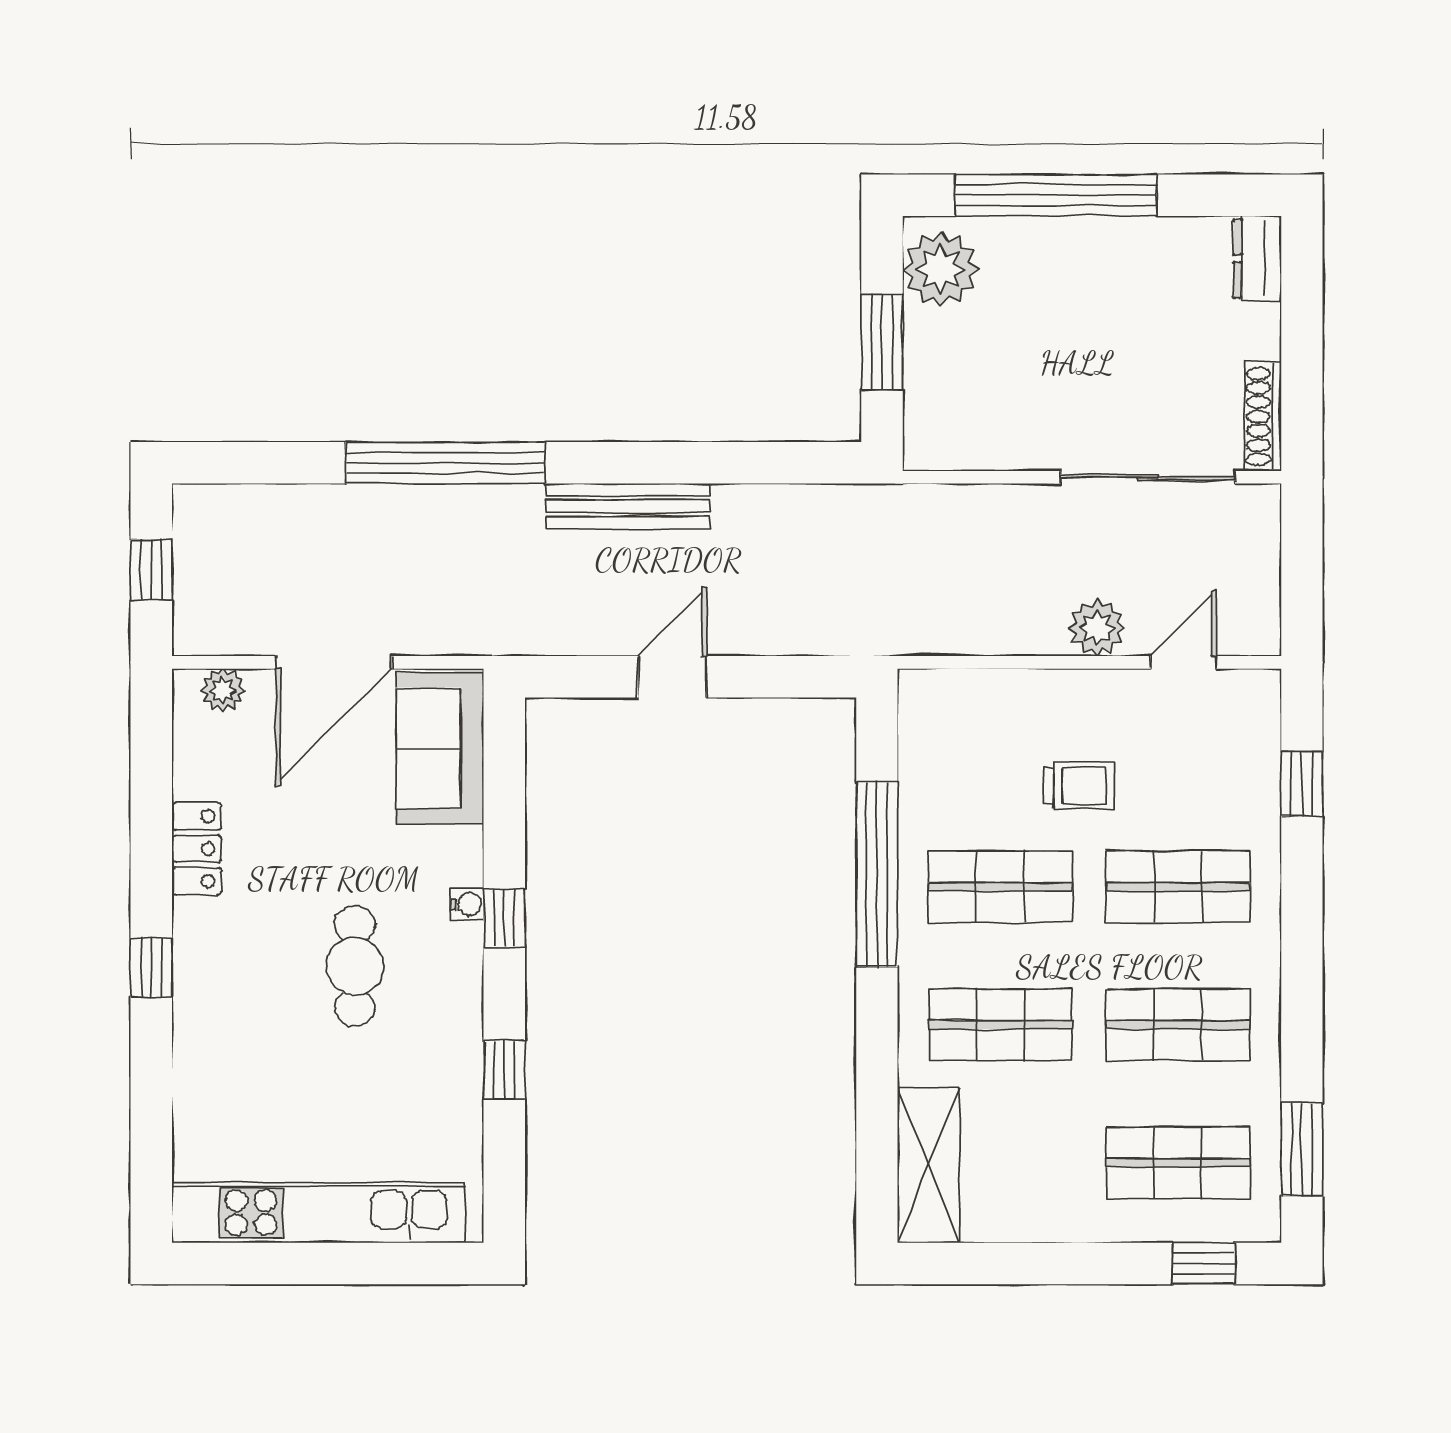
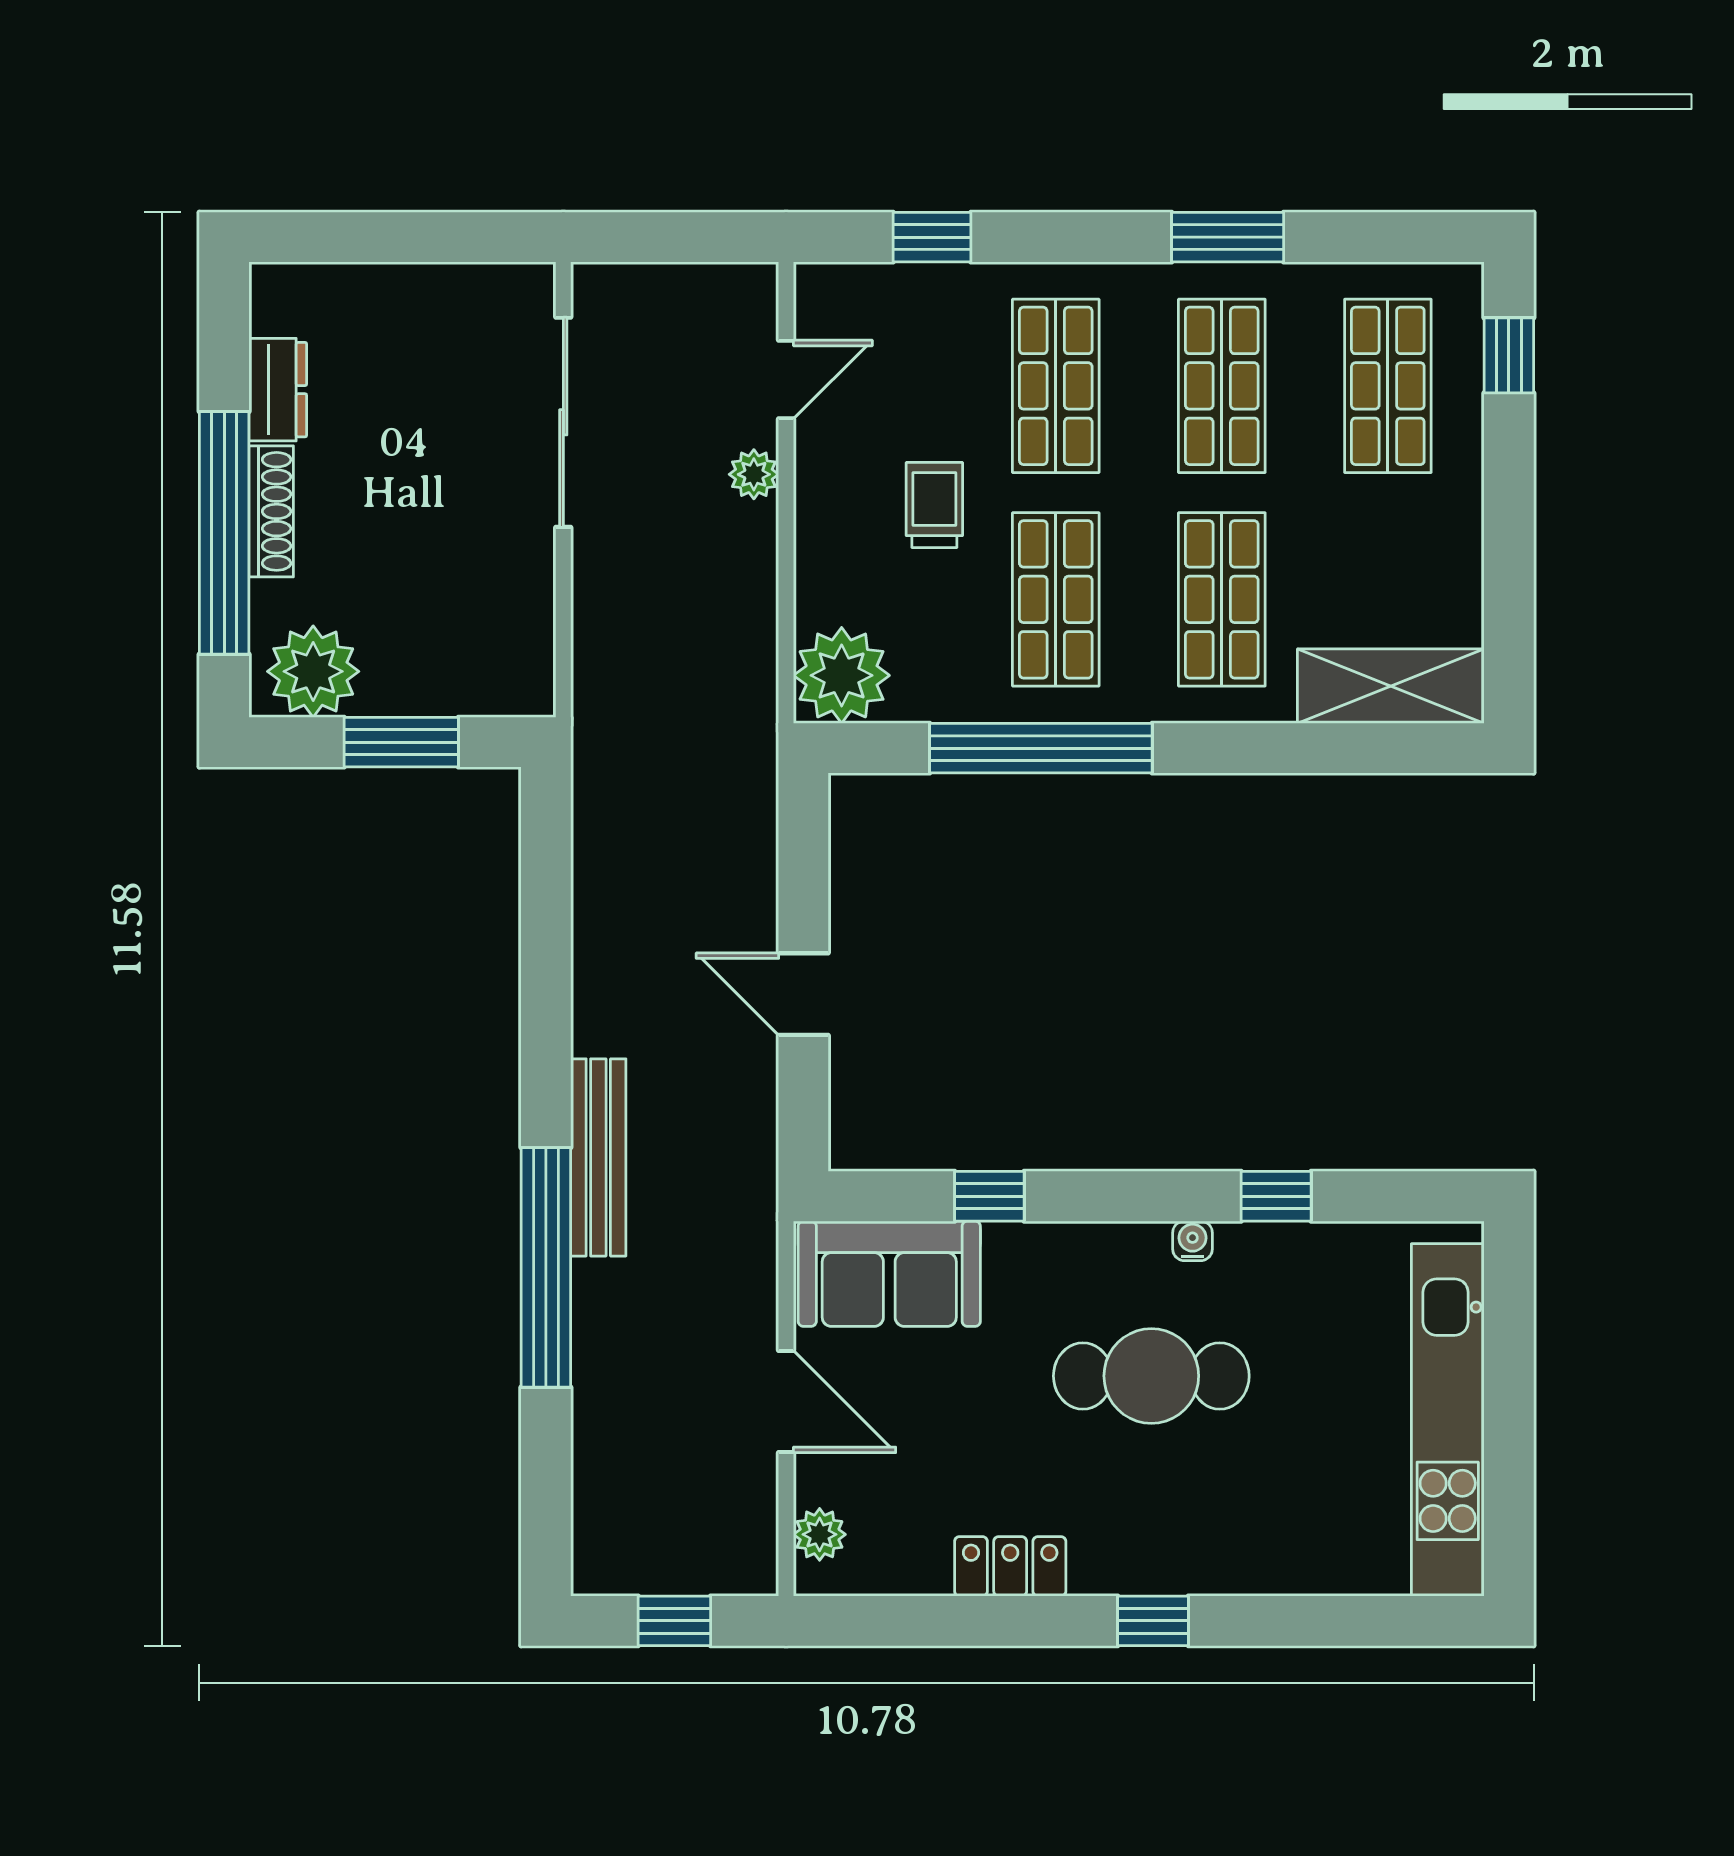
dresser: (1257, 258) -> (278, 390), moved, turned -90
shoe rack: (1263, 417) -> (271, 511), moved, turned -90
bench: (628, 506) -> (598, 1157), moved
plant: (1097, 628) -> (754, 474), width x0.73, depth x0.73
door: (334, 662) -> (786, 1402), width x0.73
door: (1183, 662) -> (786, 380), swing flipped
plant: (937, 709) -> (842, 675), added
water cooler: (467, 904) -> (1193, 1241), moved
window: (504, 918) -> (989, 1196), moved
cafe table: (355, 966) -> (1151, 1376), width x1.37, depth x1.35
window: (1302, 1149) -> (1228, 237), moved

